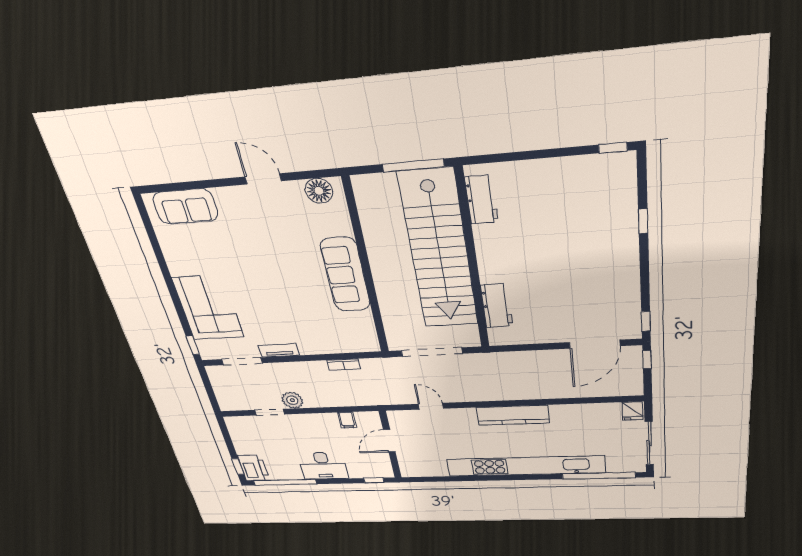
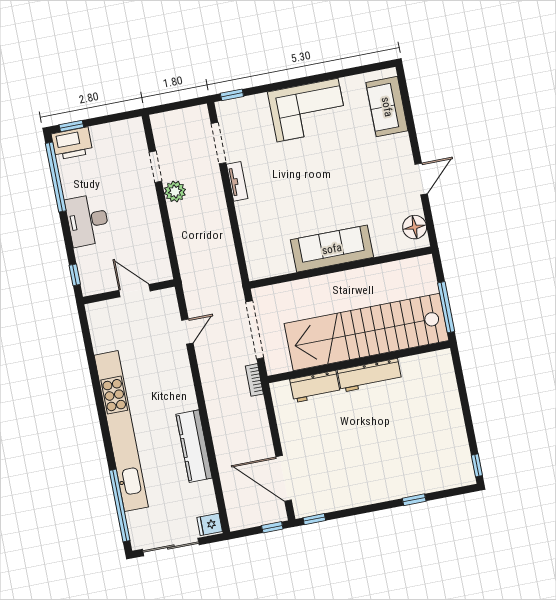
workbench: (482, 200) -> (370, 375), moved, width x1.38
corner sofa: (208, 308) -> (308, 110), moved
bookcase: (344, 365) -> (254, 380), moved
kitchen counter: (513, 415) -> (194, 446), moved
filing cabinet: (347, 420) -> (156, 247), removed

